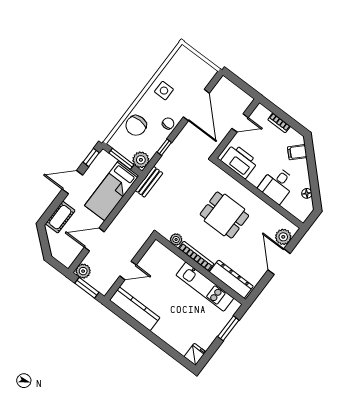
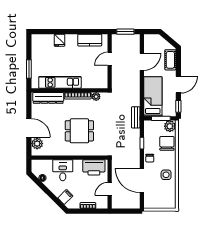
plant: (141, 160) -> (170, 126), moved
plant: (83, 271) -> (135, 39), removed
kitchen counter: (135, 309) -> (90, 40), width x0.67
fridge: (195, 354) -> (60, 40), moved

